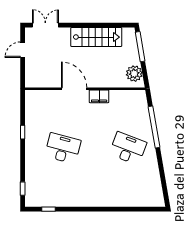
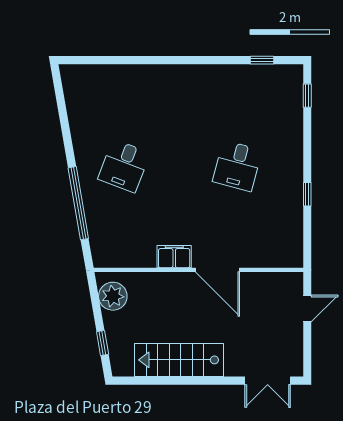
window: (140, 47) -> (103, 343), width x0.46
door: (23, 50) -> (307, 308), moved
desk: (63, 148) -> (237, 166), width x0.73
desk: (128, 148) -> (124, 166), width x0.73

